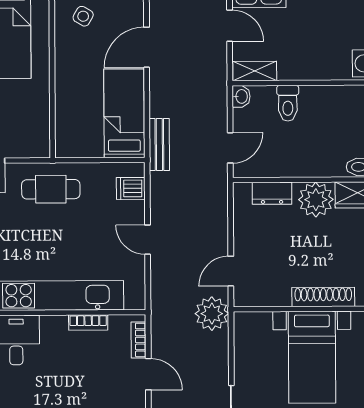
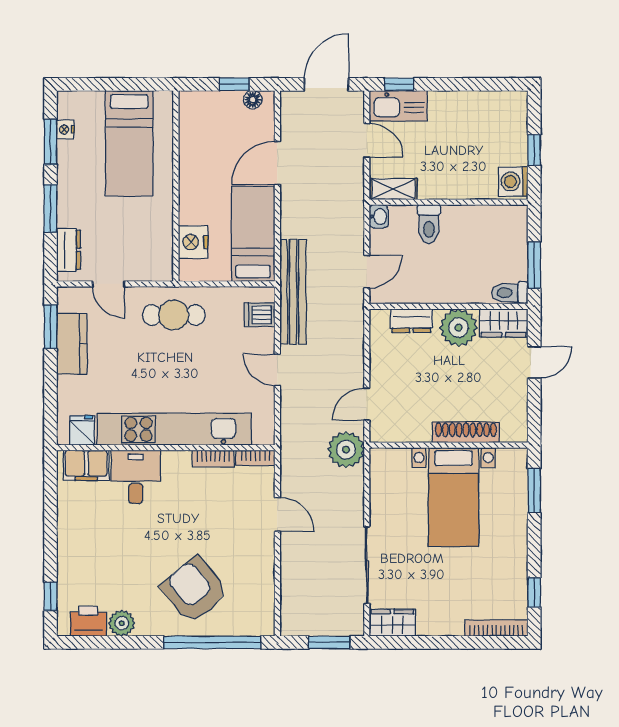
side table: (83, 16) -> (209, 129), removed
nightstand: (68, 121) -> (193, 242), added
bench: (159, 144) -> (293, 292), width x1.86, depth x1.21
bookcase: (139, 340) -> (255, 458), moved, turned -90

